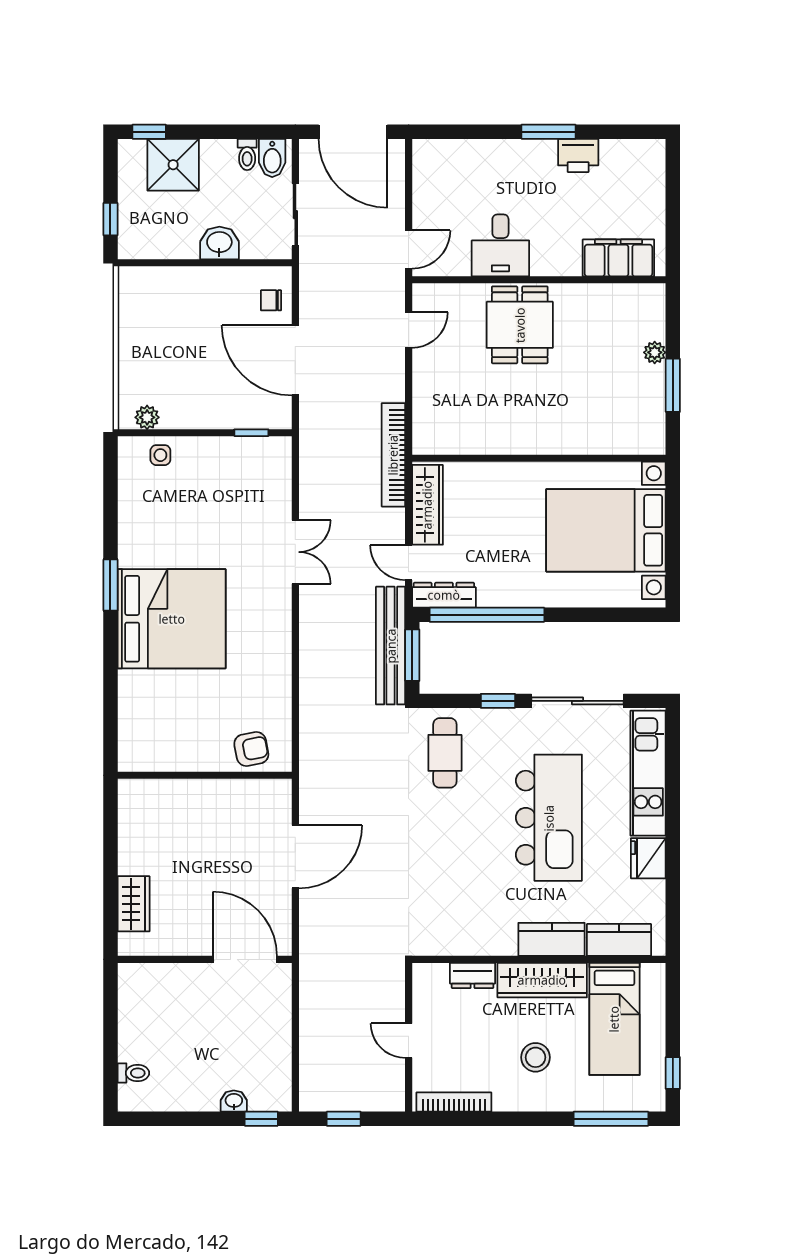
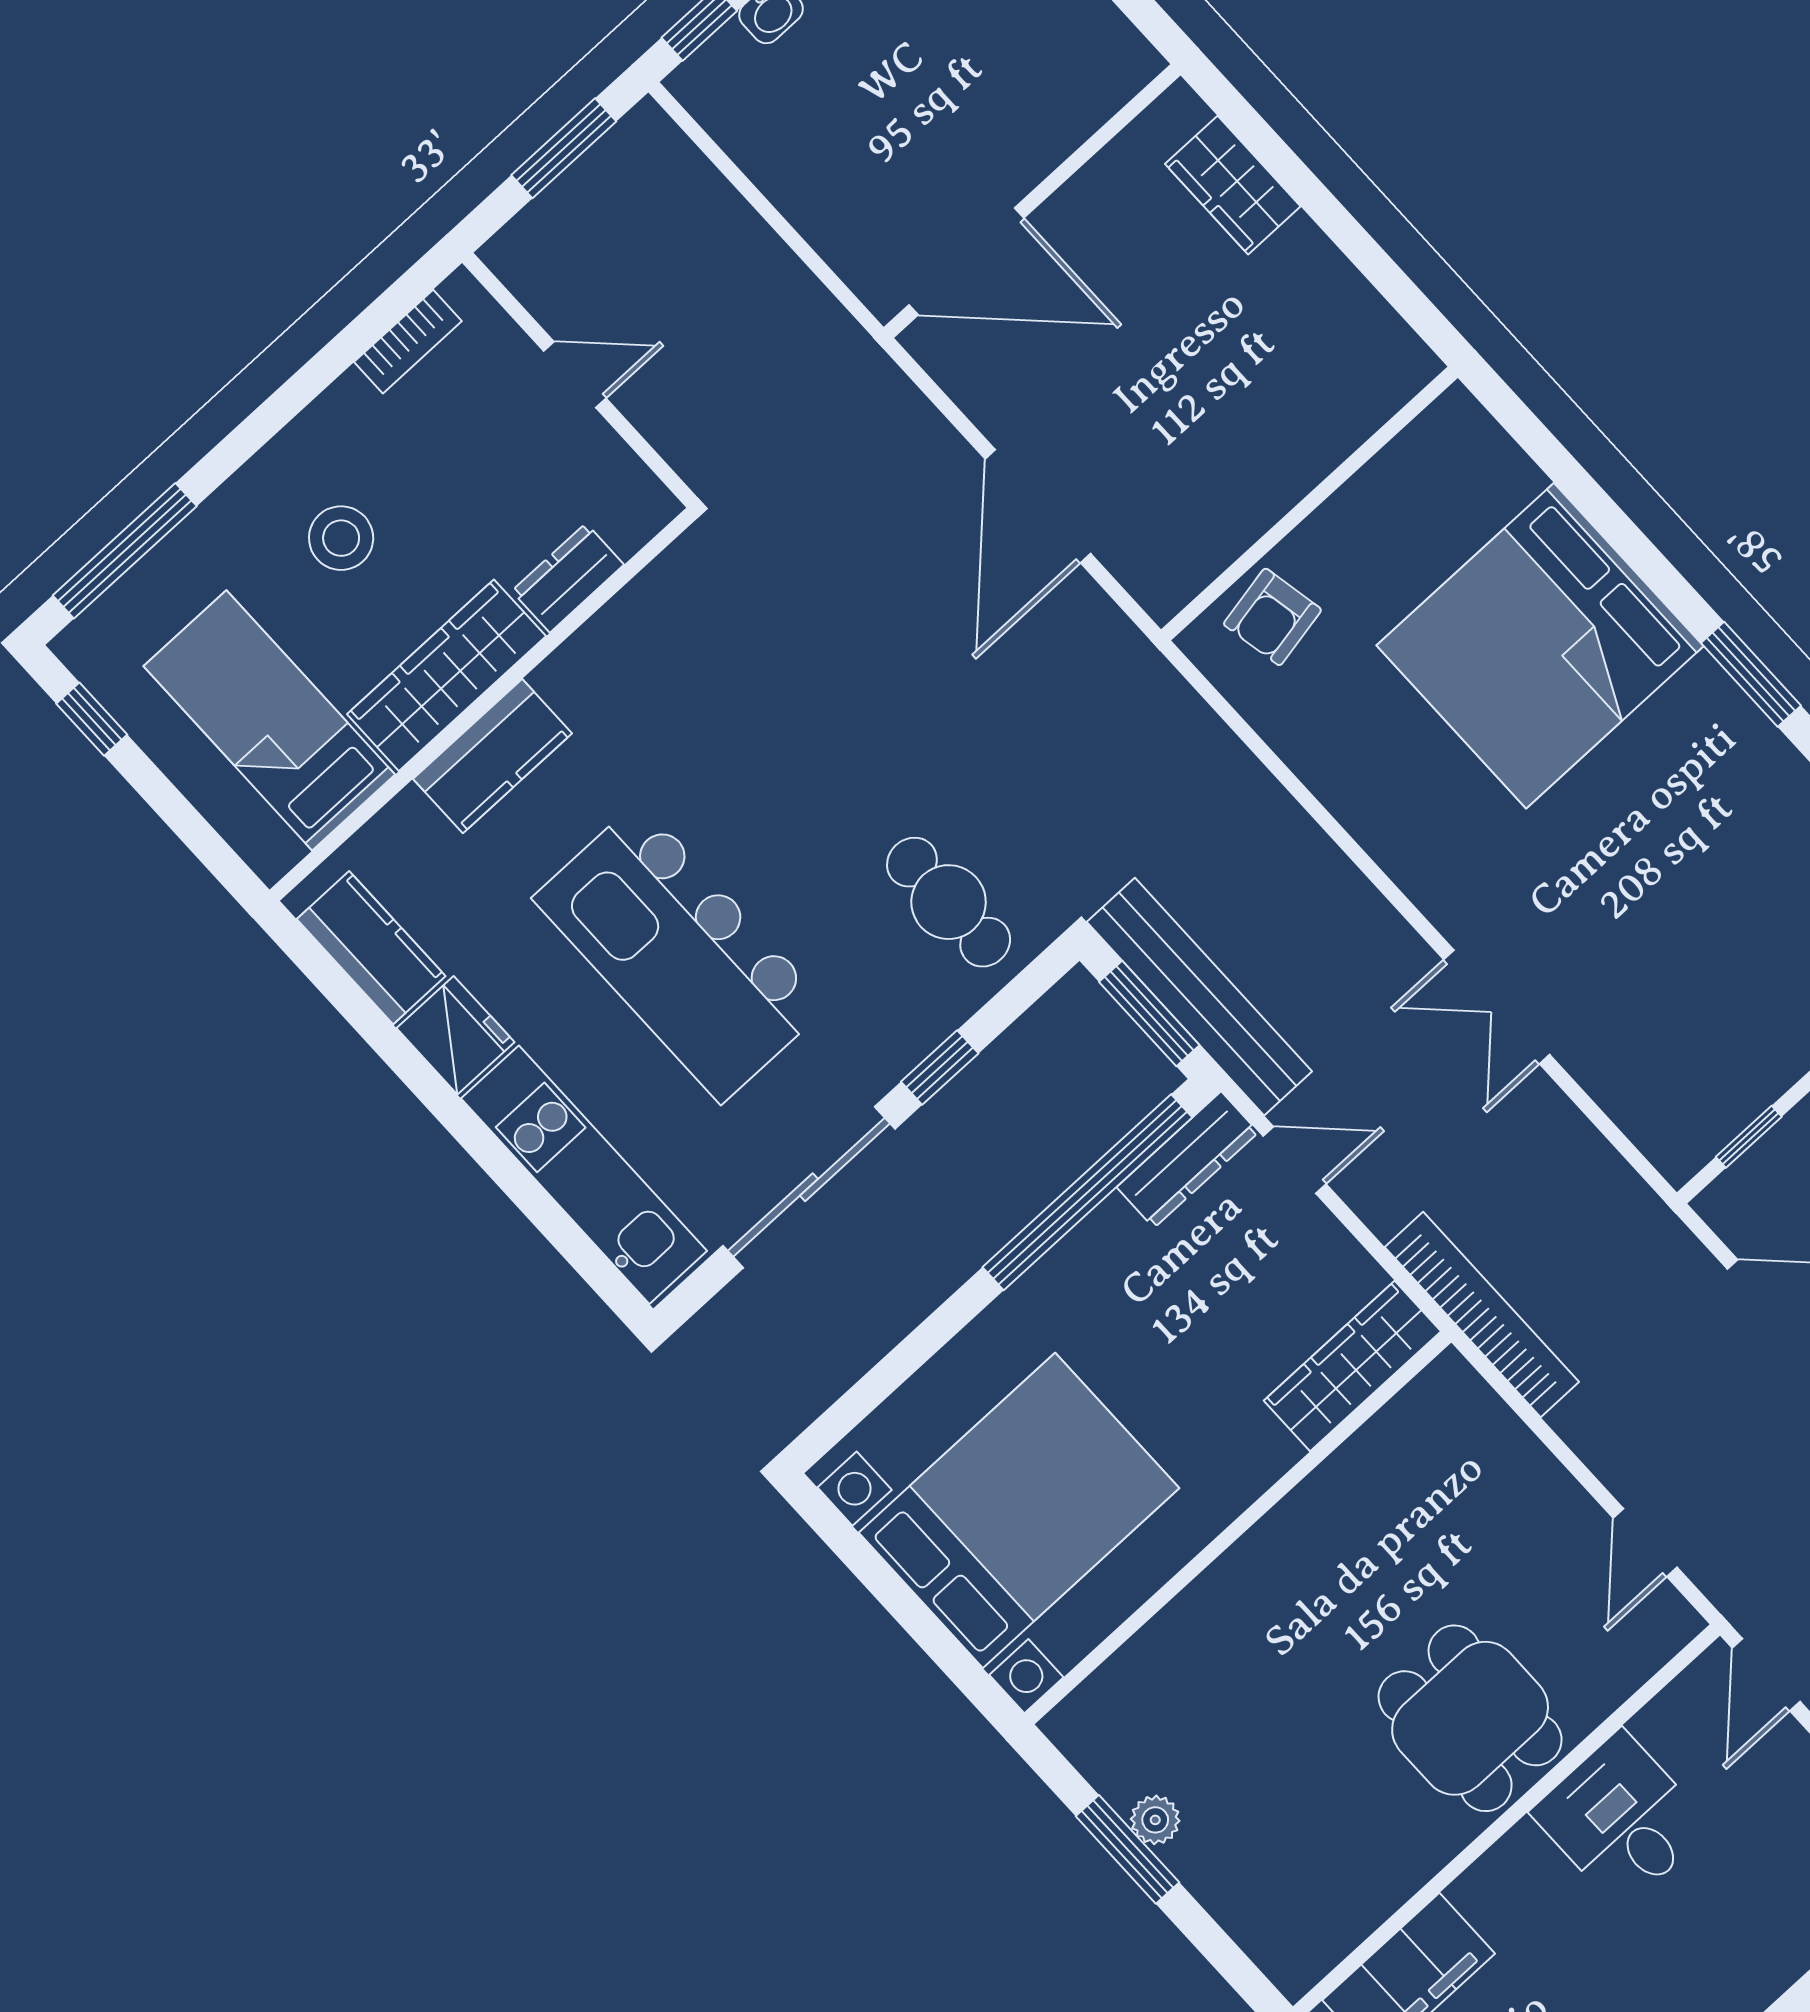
plant: (655, 352) -> (1155, 1820), moved
wardrobe: (427, 505) -> (1352, 1366), moved, turned 90
bed: (172, 619) -> (1540, 646), moved
kitchen counter: (619, 940) -> (371, 948), moved, turned -90
bookcase: (454, 1102) -> (408, 342), width x0.64
window: (344, 1119) -> (564, 148), width x1.50

